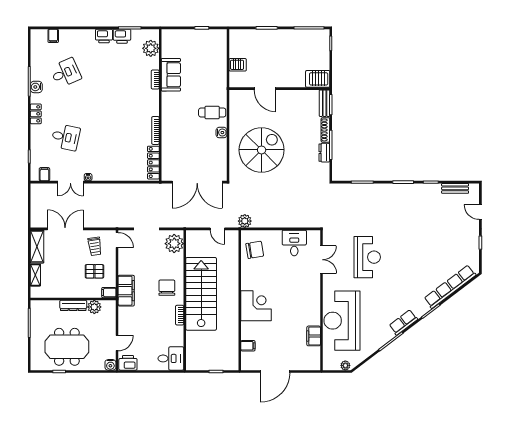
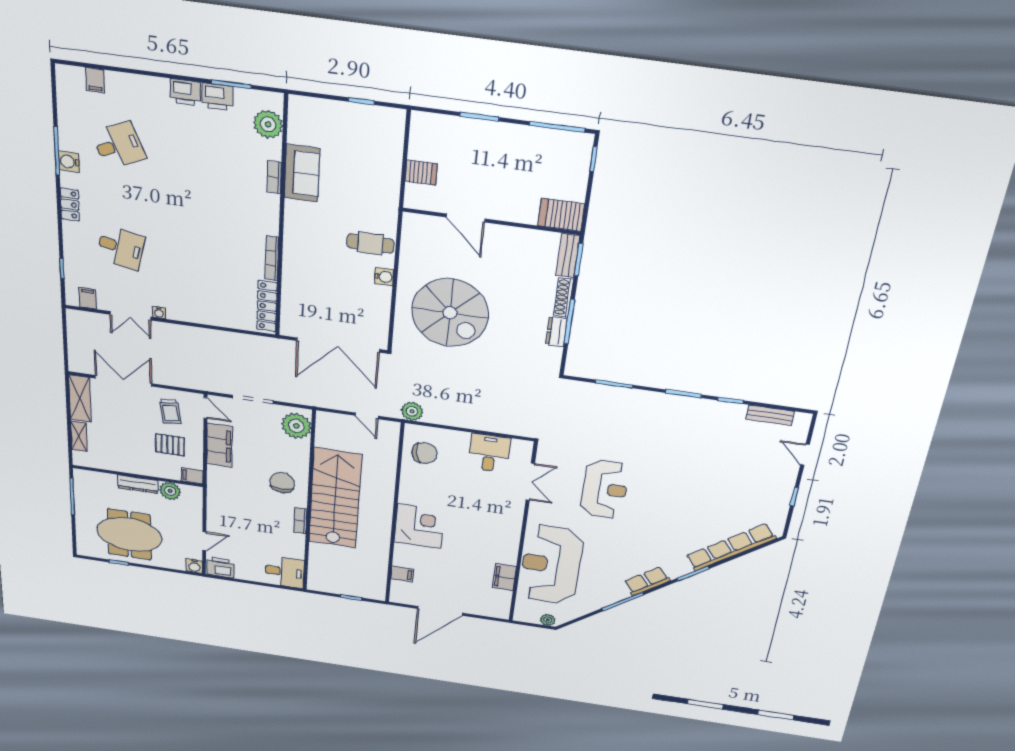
spiral stairs: (262, 150) -> (450, 313), turned 90
filing cabinet: (126, 291) -> (220, 445), moved

